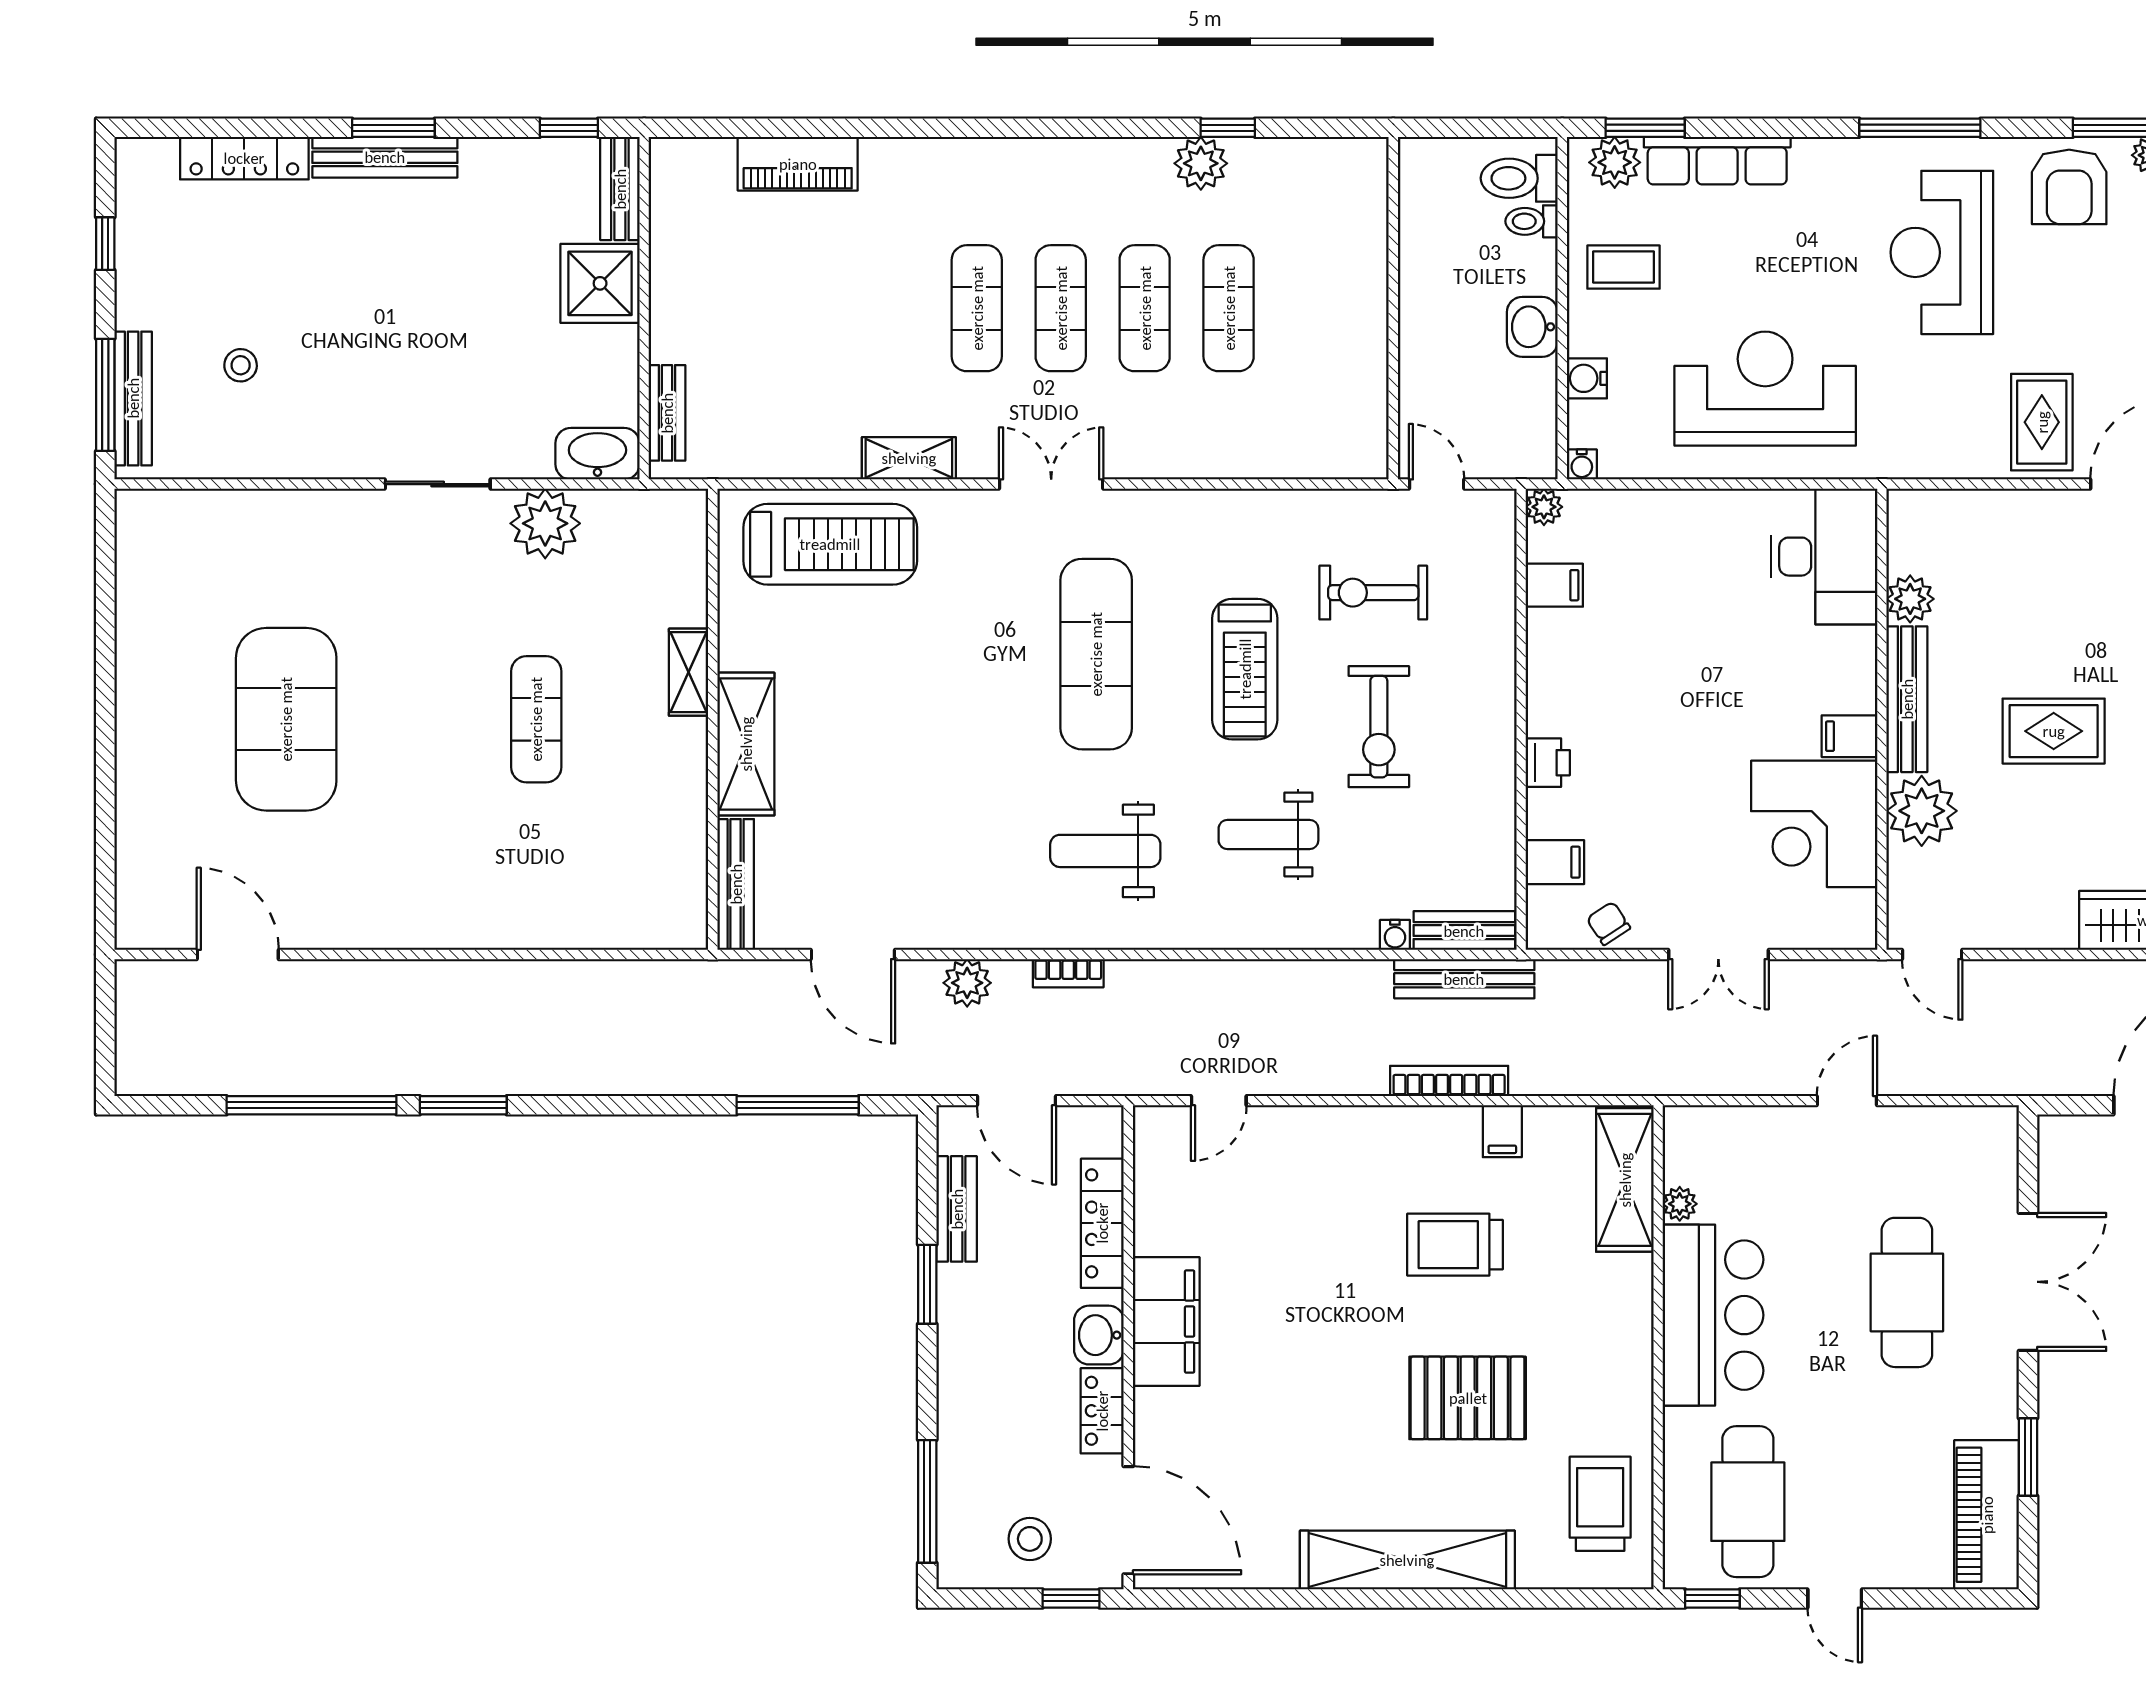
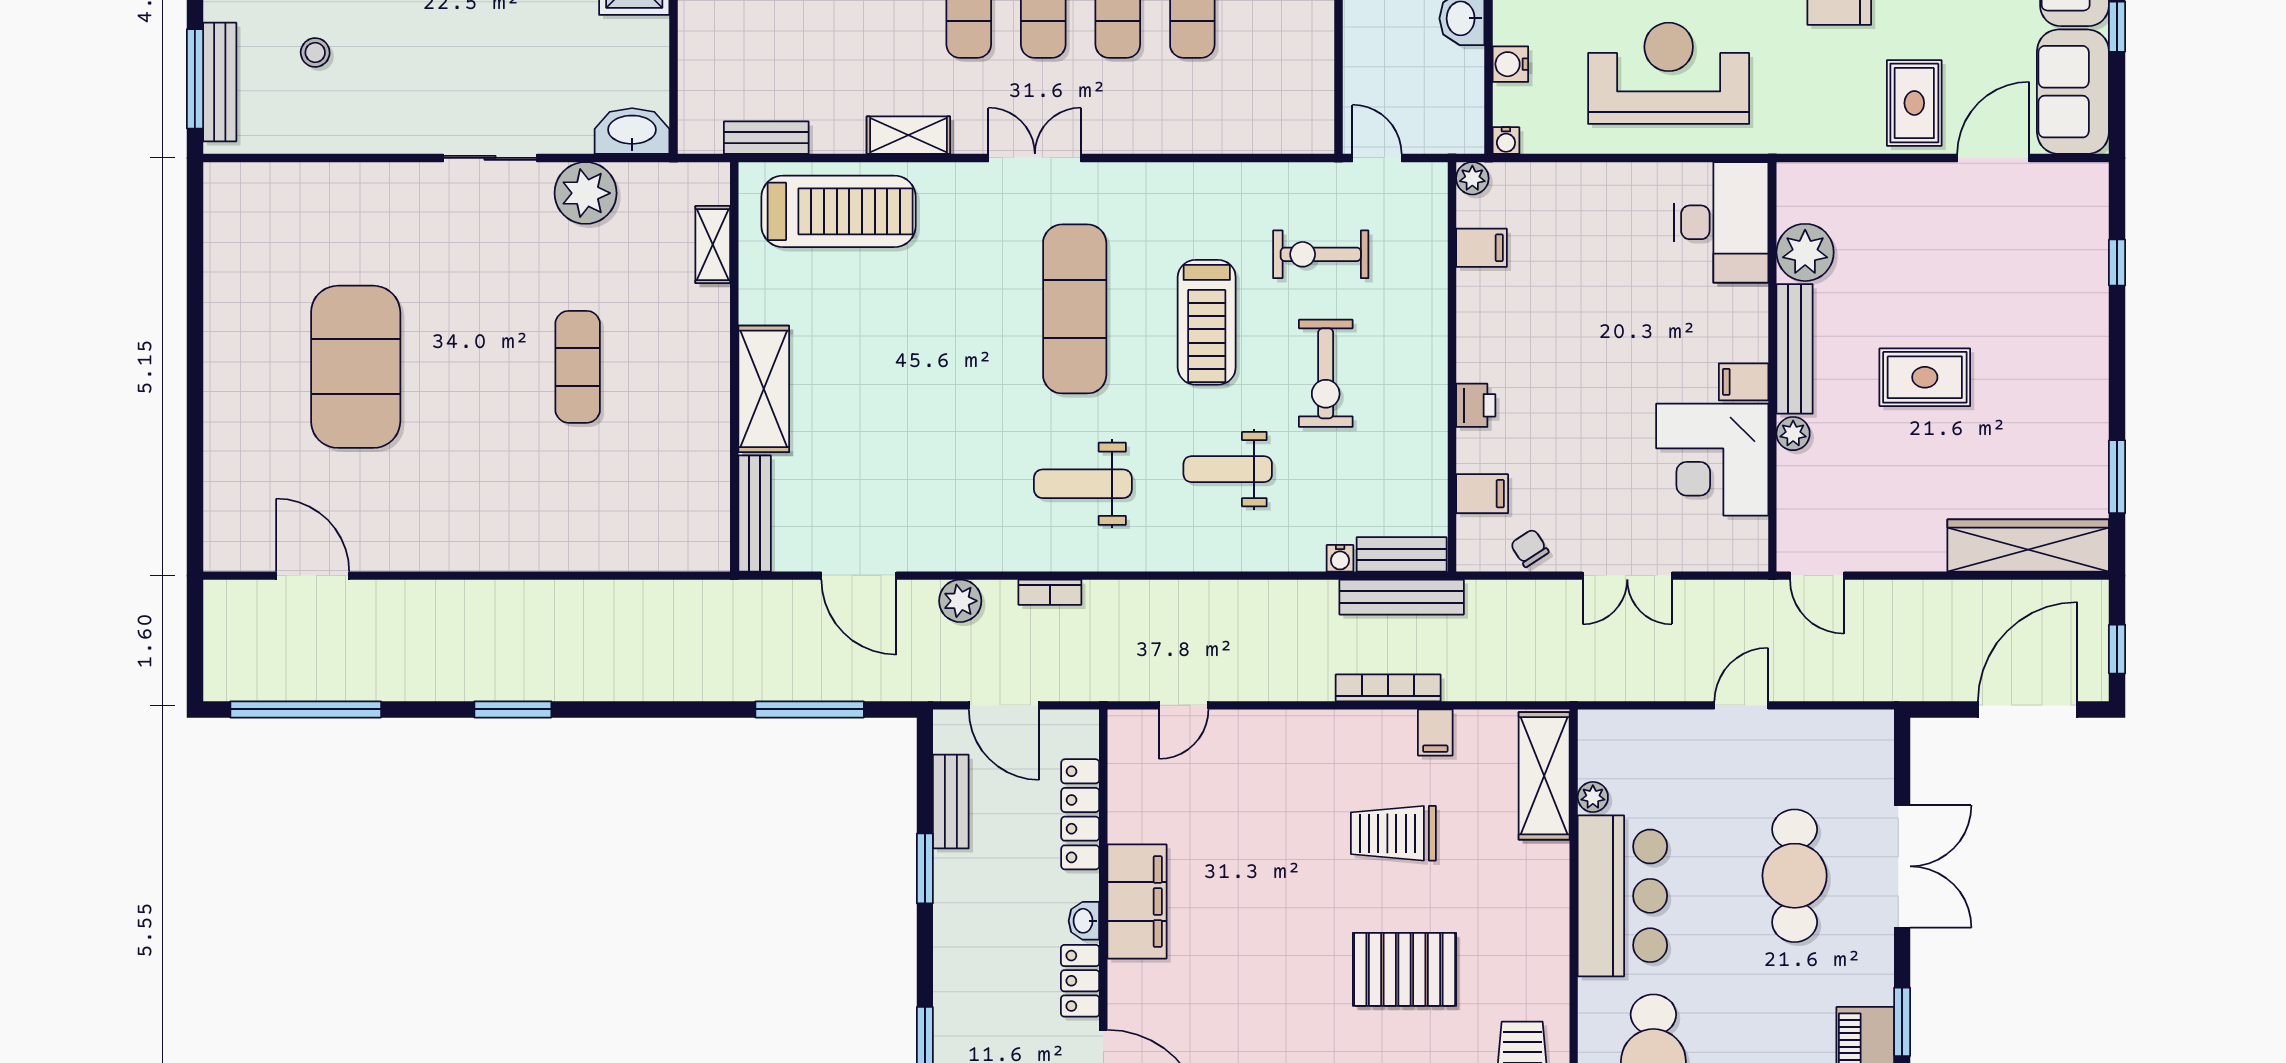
bench: (667, 413) -> (766, 138), moved, turned 90
plant: (1910, 599) -> (1805, 252), width x1.36, depth x1.36
shelving: (689, 672) -> (713, 245), moved
plant: (1922, 811) -> (1793, 434), width x0.53, depth x0.53
window: (311, 1105) -> (306, 709), moved
washbasin: (1099, 1335) -> (1084, 921), width x0.72, depth x0.69

